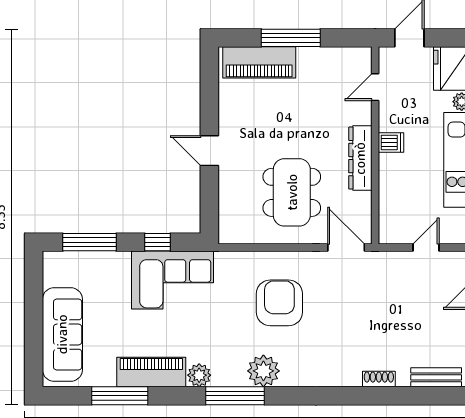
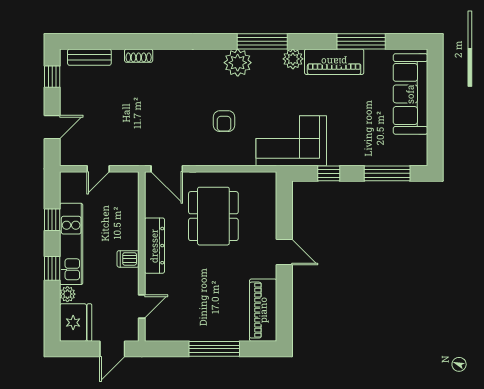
piano: (259, 62) -> (263, 310), moved, turned -90
corner sofa: (173, 280) -> (291, 141), moved
armchair: (279, 303) -> (224, 121), width x0.53, depth x0.53

